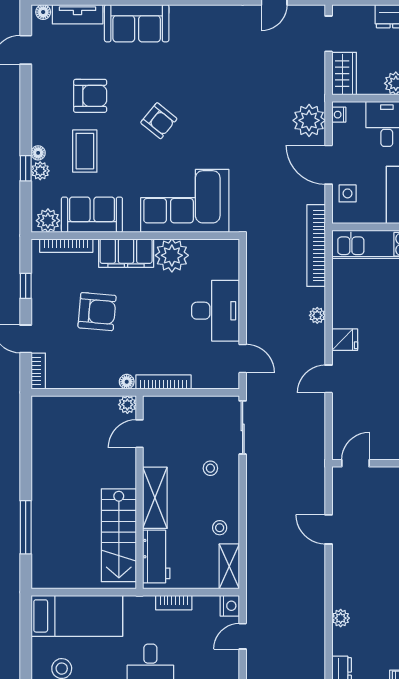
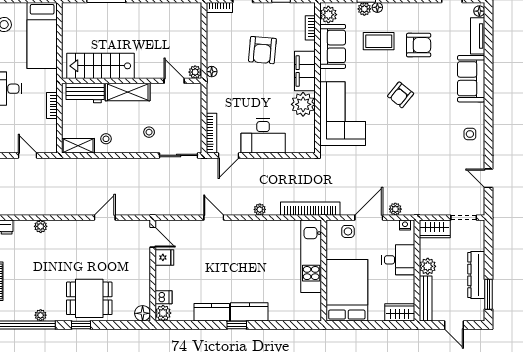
side table: (213, 25) -> (470, 134), added
armchair: (90, 96) -> (419, 45), turned -90
plant: (309, 120) -> (395, 209), width x0.53, depth x0.53
bookcase: (66, 246) -> (310, 28), width x0.64
fridge: (345, 340) -> (164, 257), moved, turned -90
bookcase: (163, 382) -> (211, 133), moved
nightstand: (230, 606) -> (50, 146), removed

